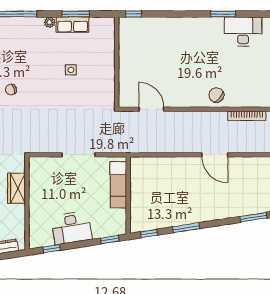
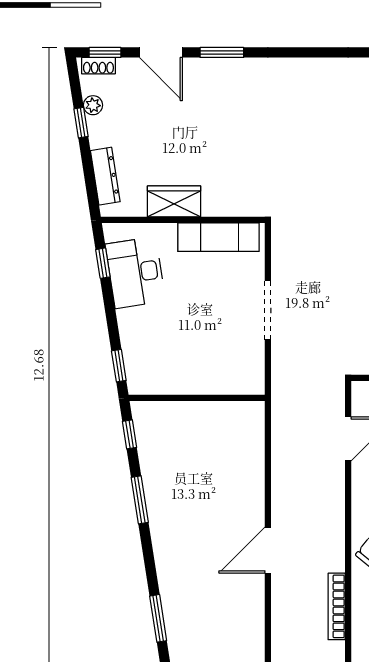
exam couch: (118, 185) -> (219, 237), moved, turned 180
wardrobe: (16, 188) -> (174, 201), moved
desk: (72, 228) -> (135, 273), moved

